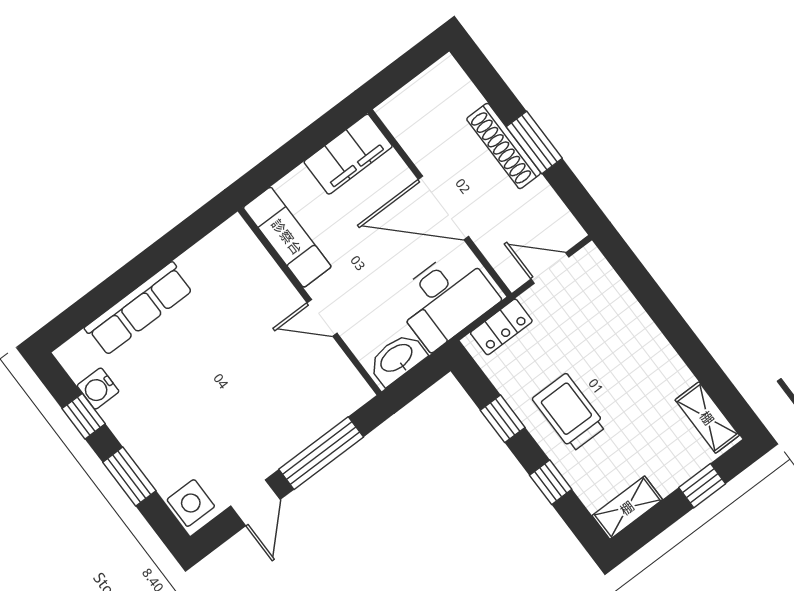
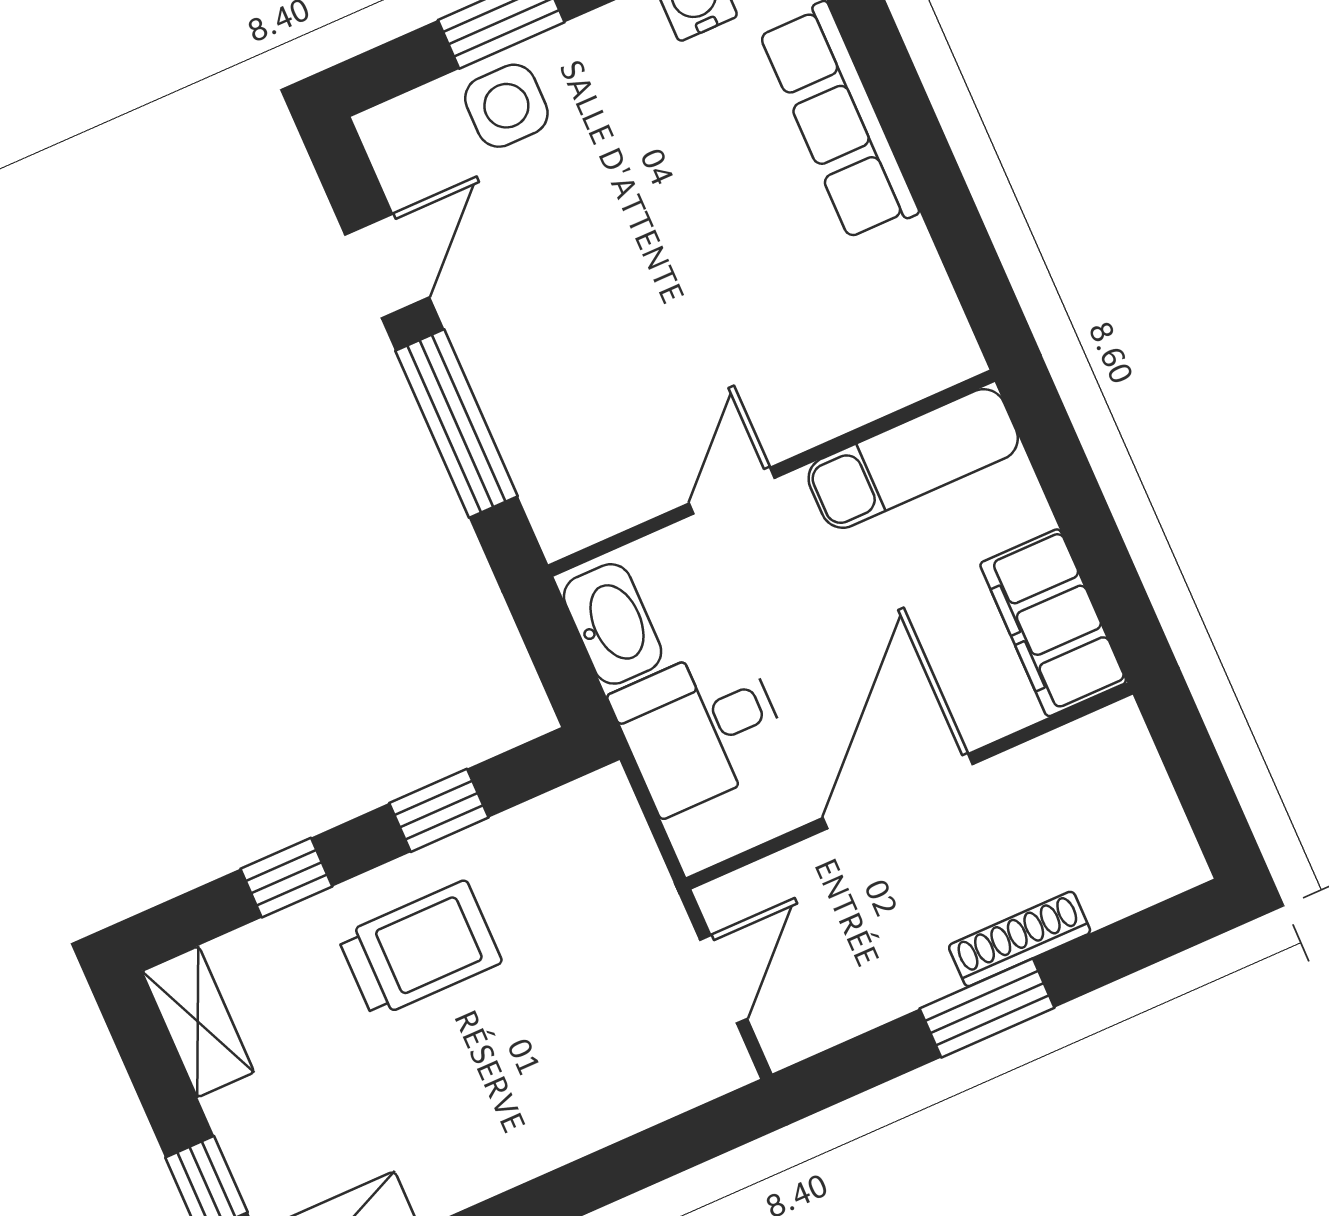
shoe rack: (504, 146) -> (1020, 939), width x0.74, depth x0.81
desk: (445, 299) -> (701, 728), width x0.73
locker: (501, 327) -> (627, 852), removed
side table: (191, 503) -> (506, 106), moved
door: (256, 503) -> (387, 266), swing flipped

